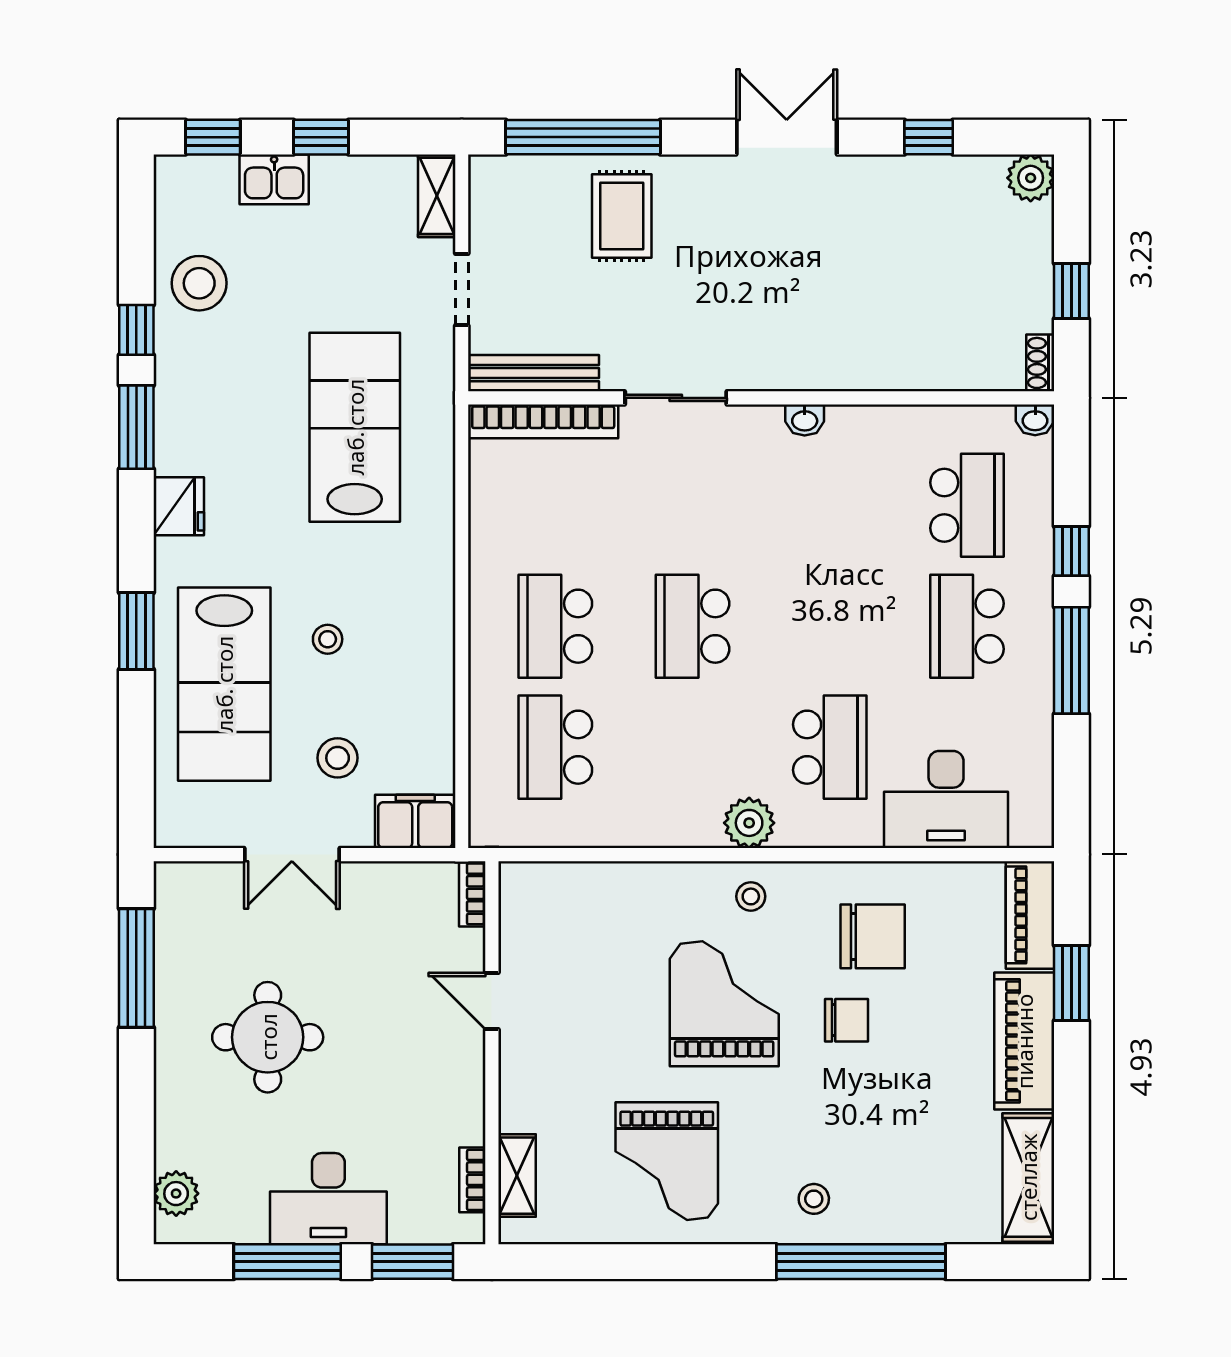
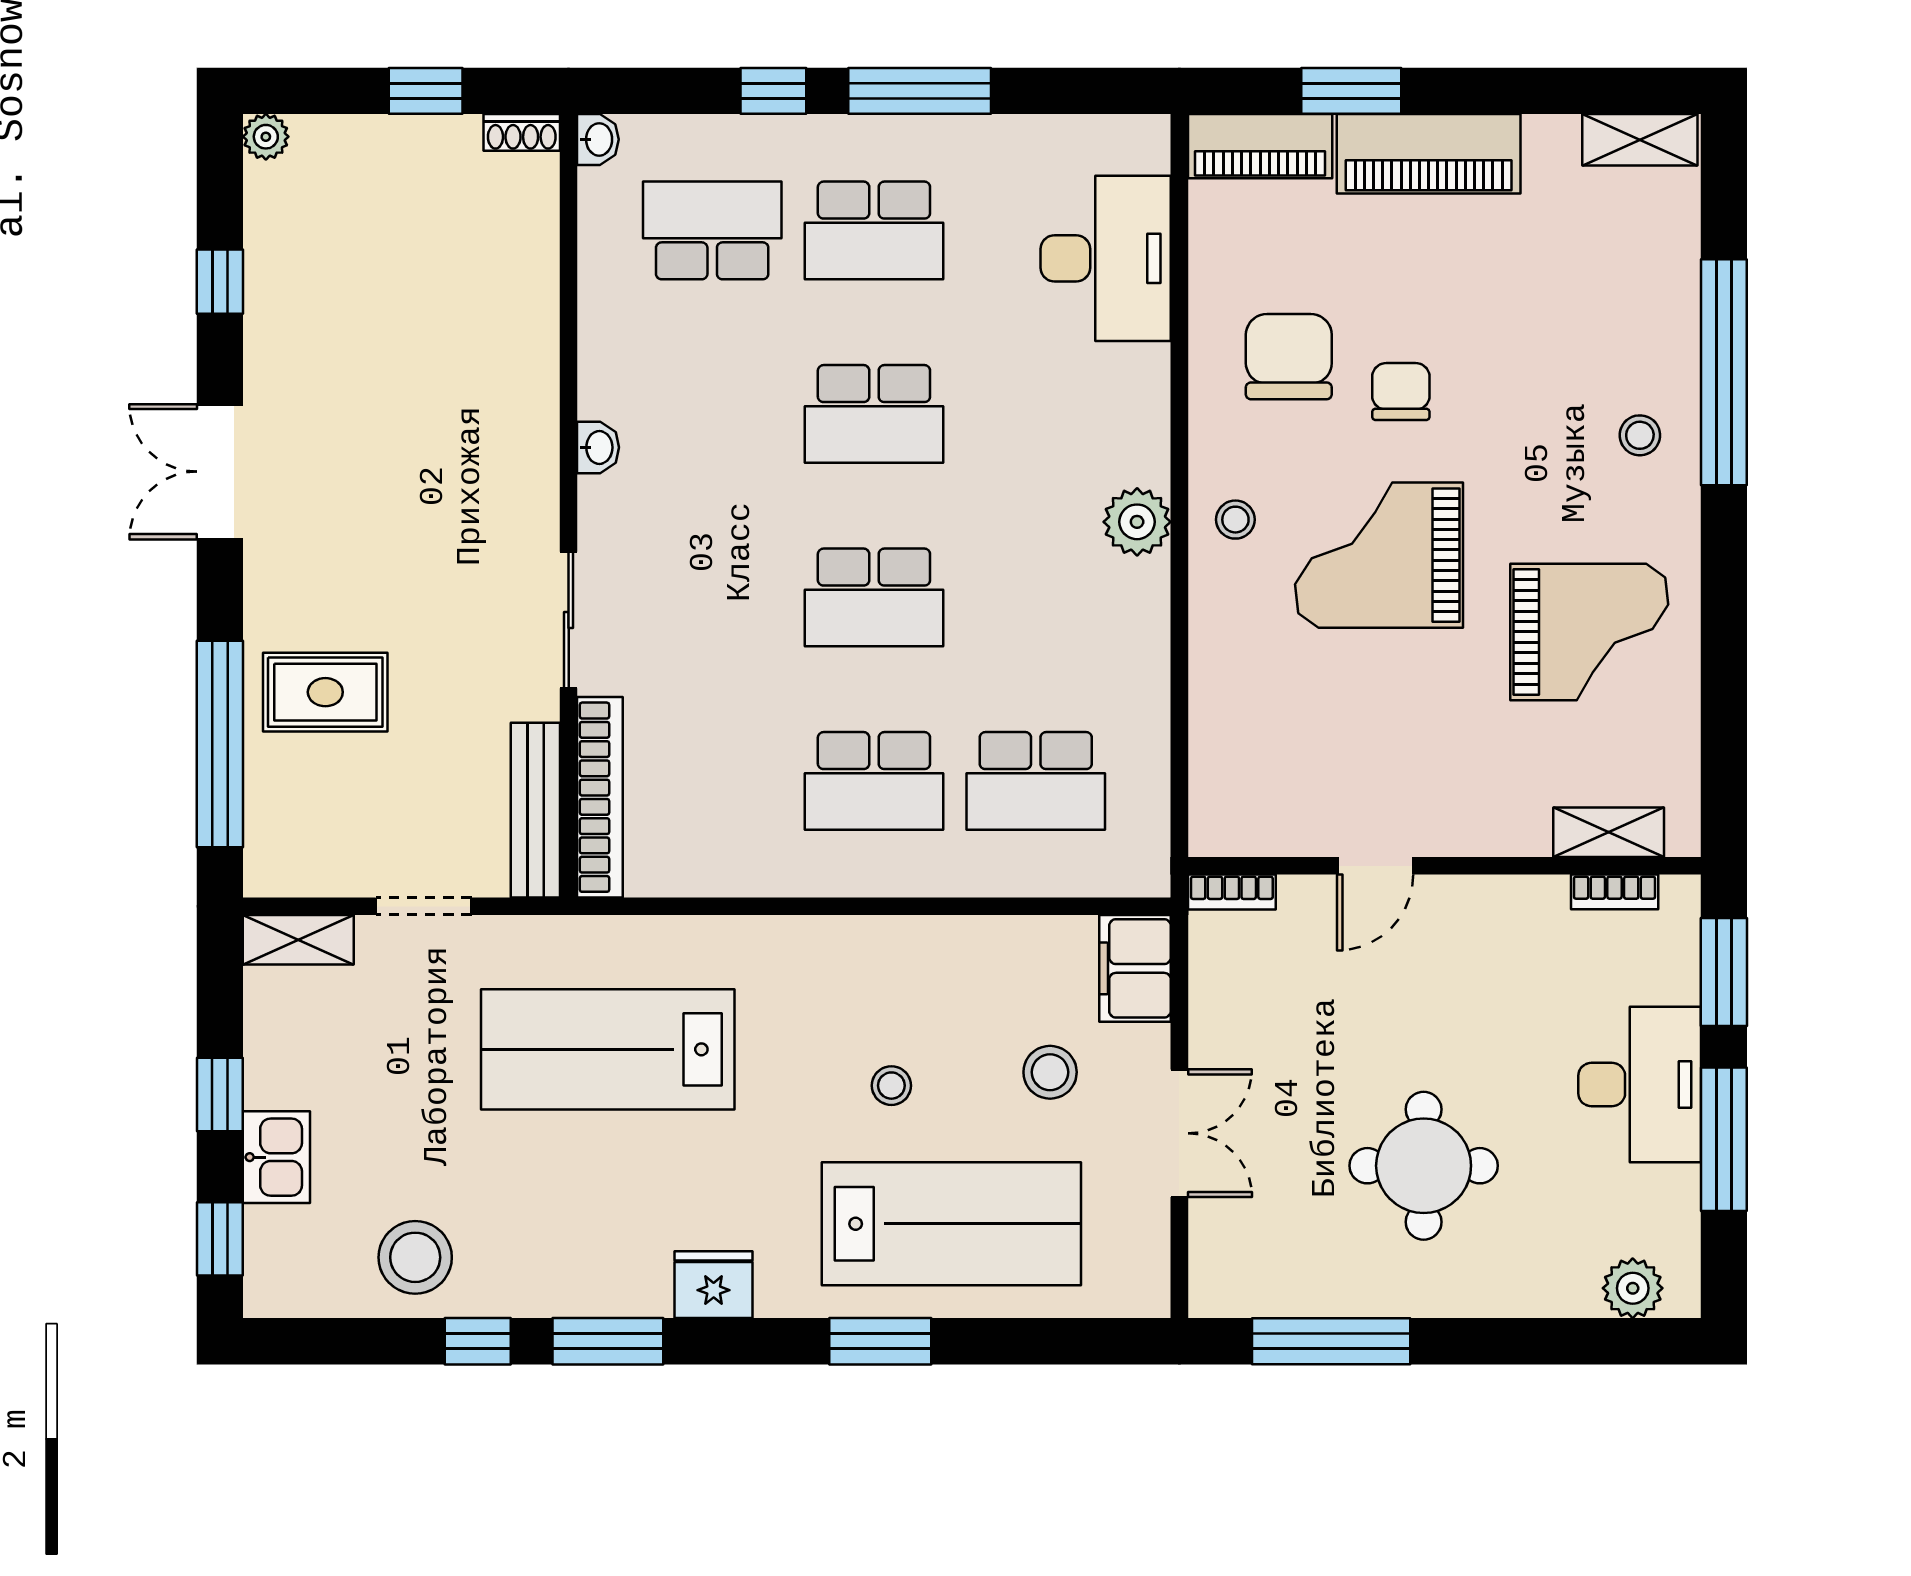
plant: (1031, 178) -> (266, 137), width x0.73, depth x0.73
school desk: (830, 747) -> (874, 414), moved, turned 180
shelving: (1028, 1177) -> (1640, 140), width x0.67, depth x0.75

